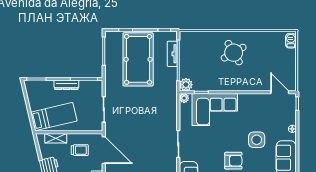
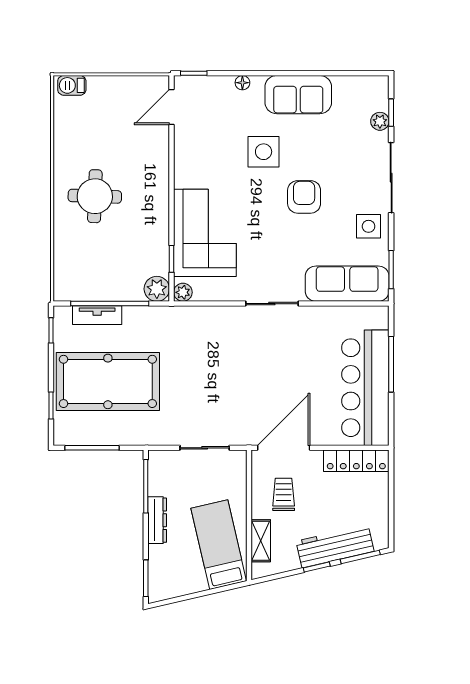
round table: (234, 53) -> (95, 196), turned 32

